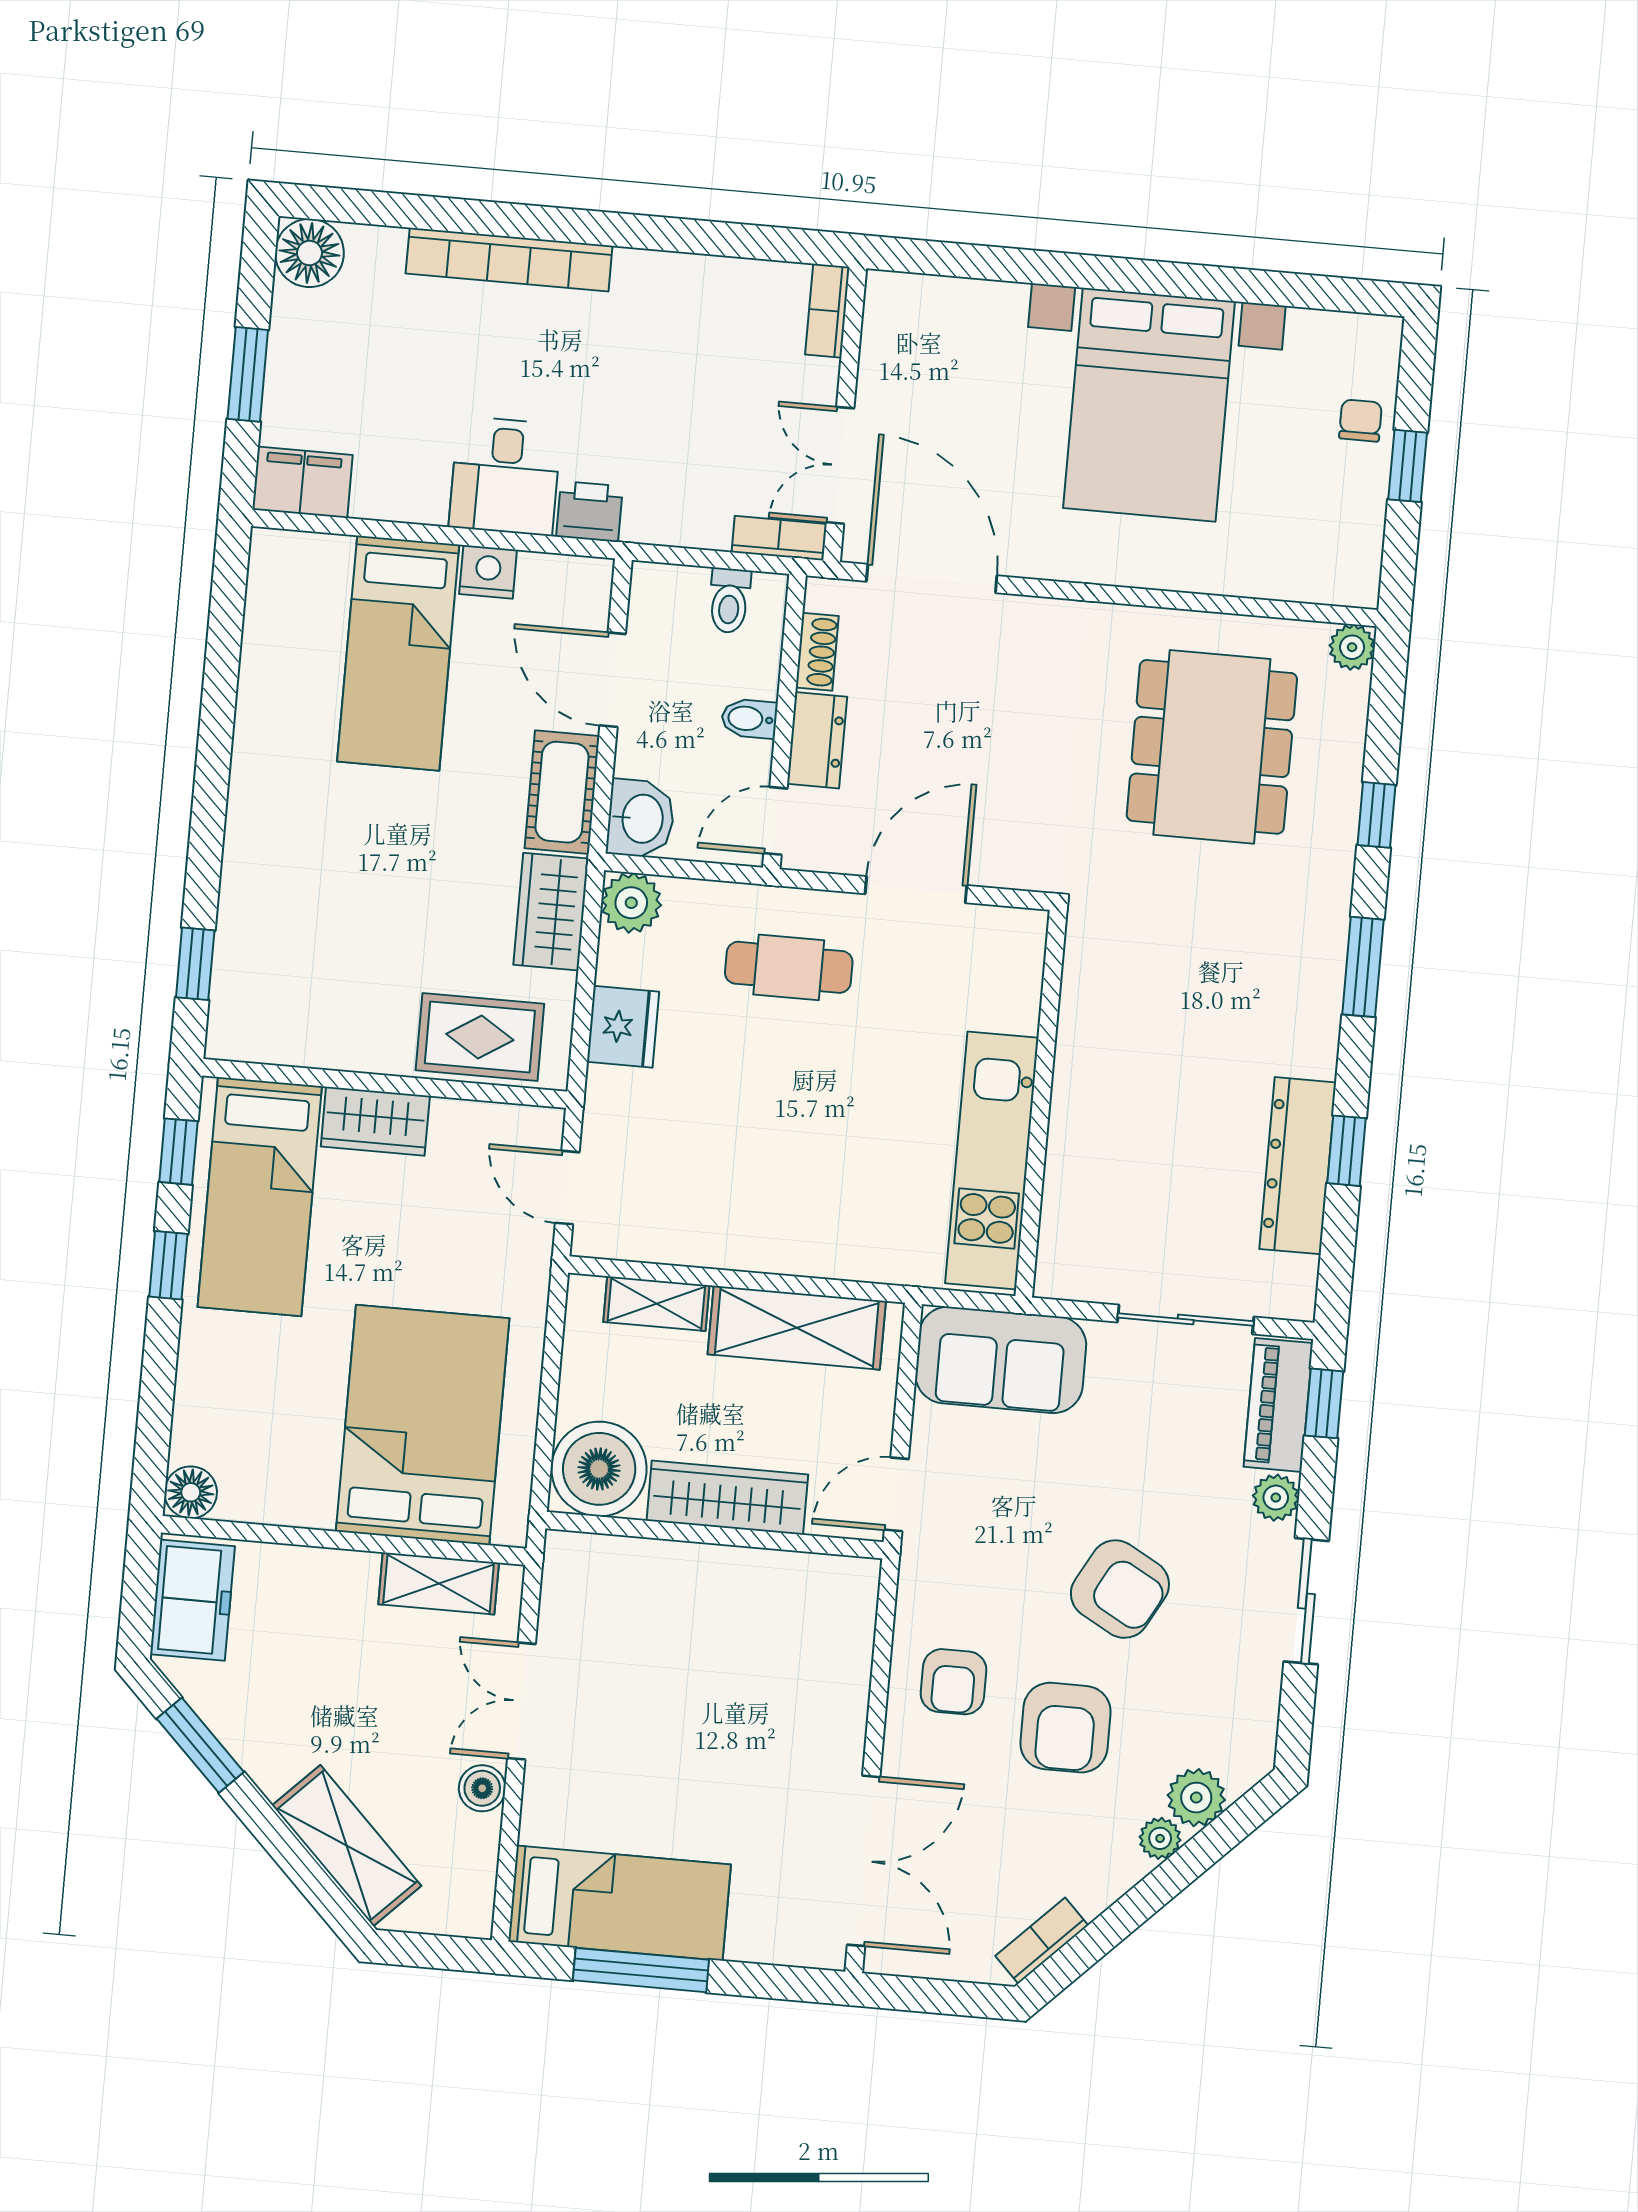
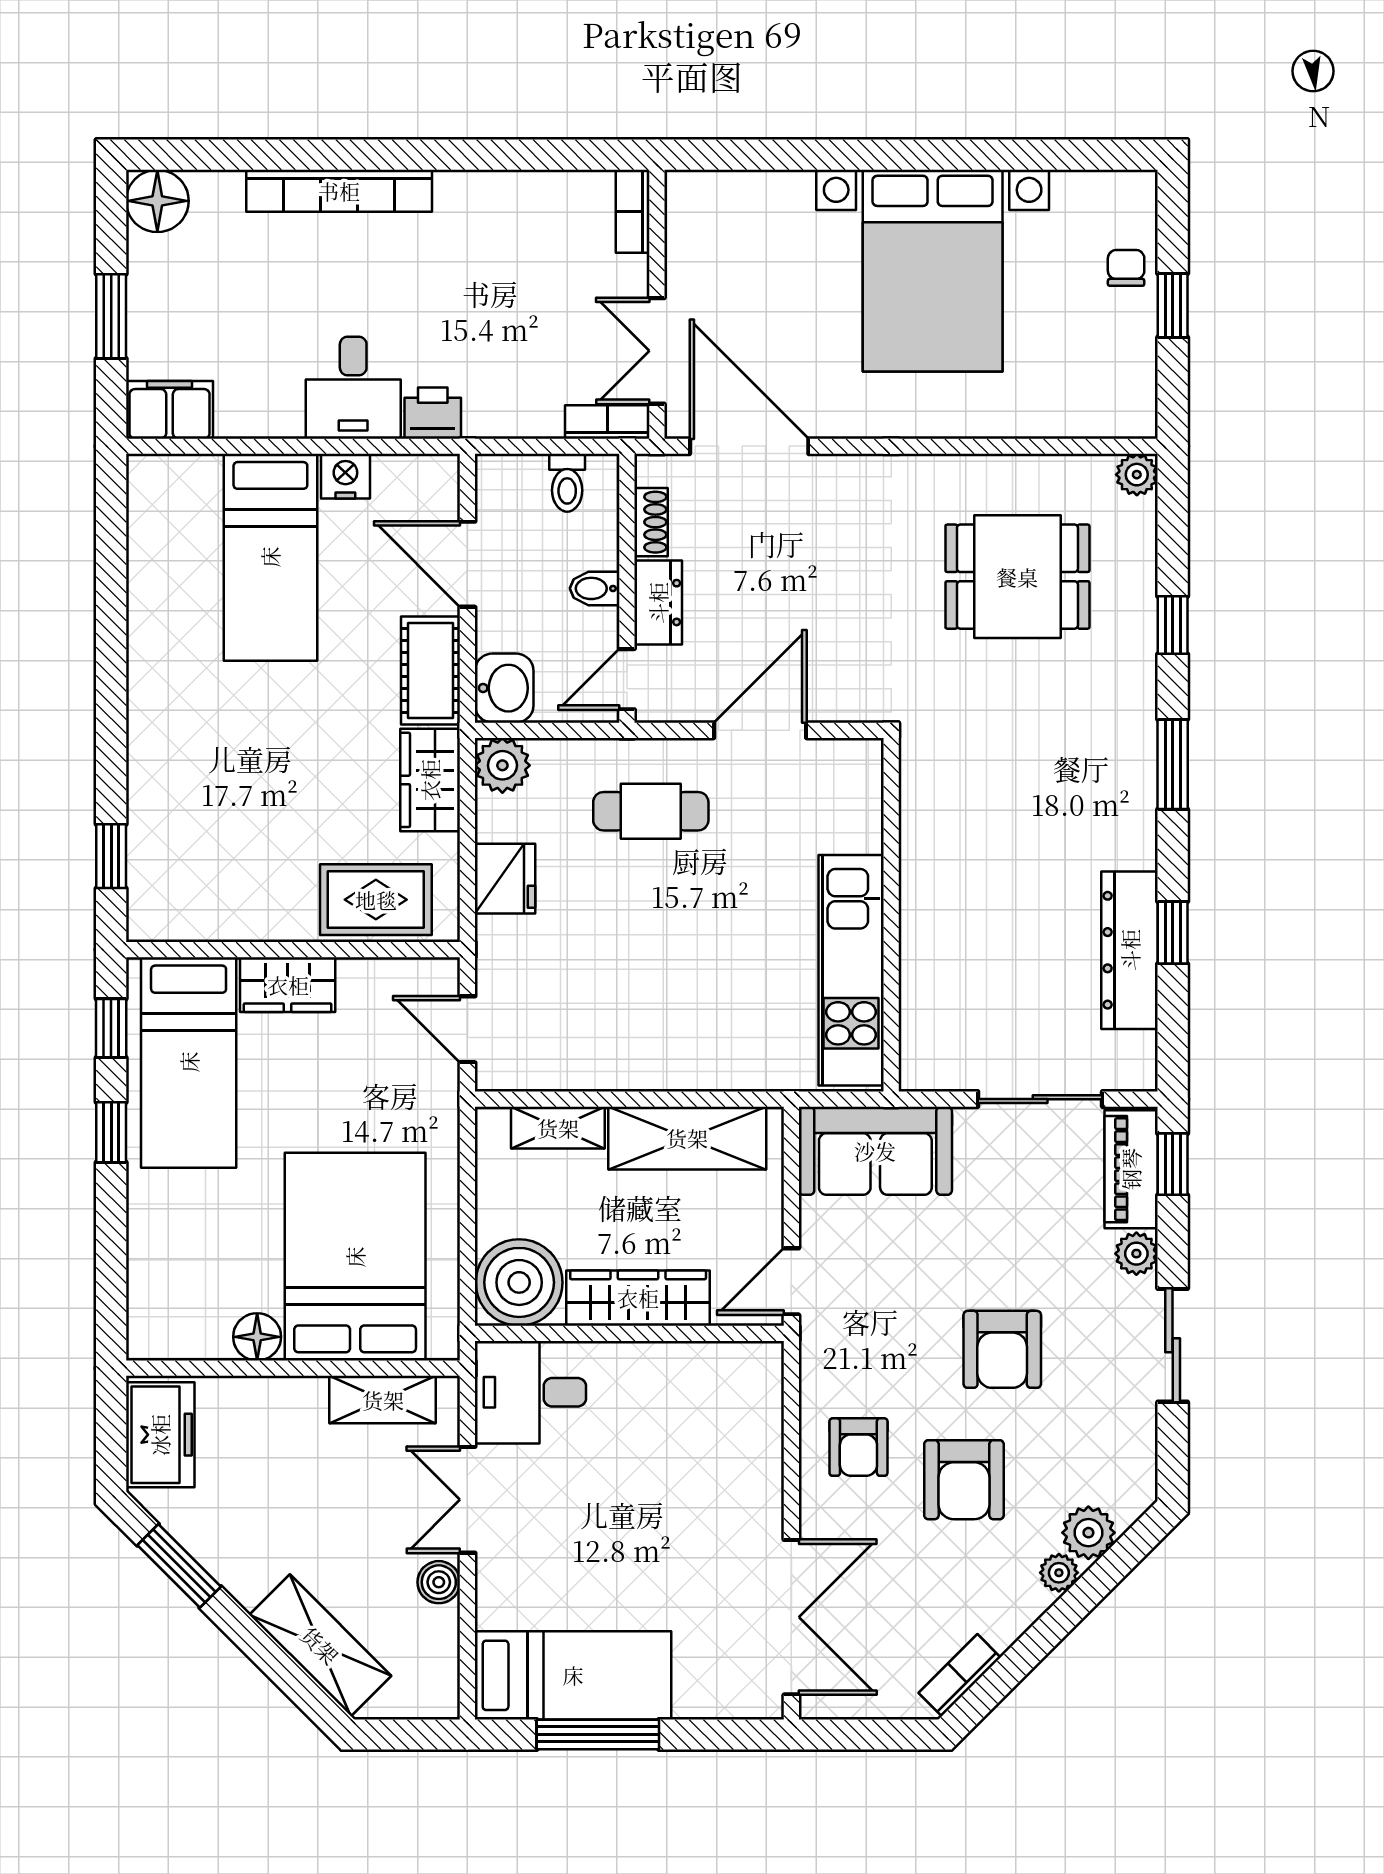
dining table: (1212, 747) -> (1017, 577), width x0.73
floor lamp: (191, 1492) -> (257, 1337), moved
armchair: (1120, 1589) -> (1002, 1349), turned 61
desk: (601, 1590) -> (530, 1392), added

